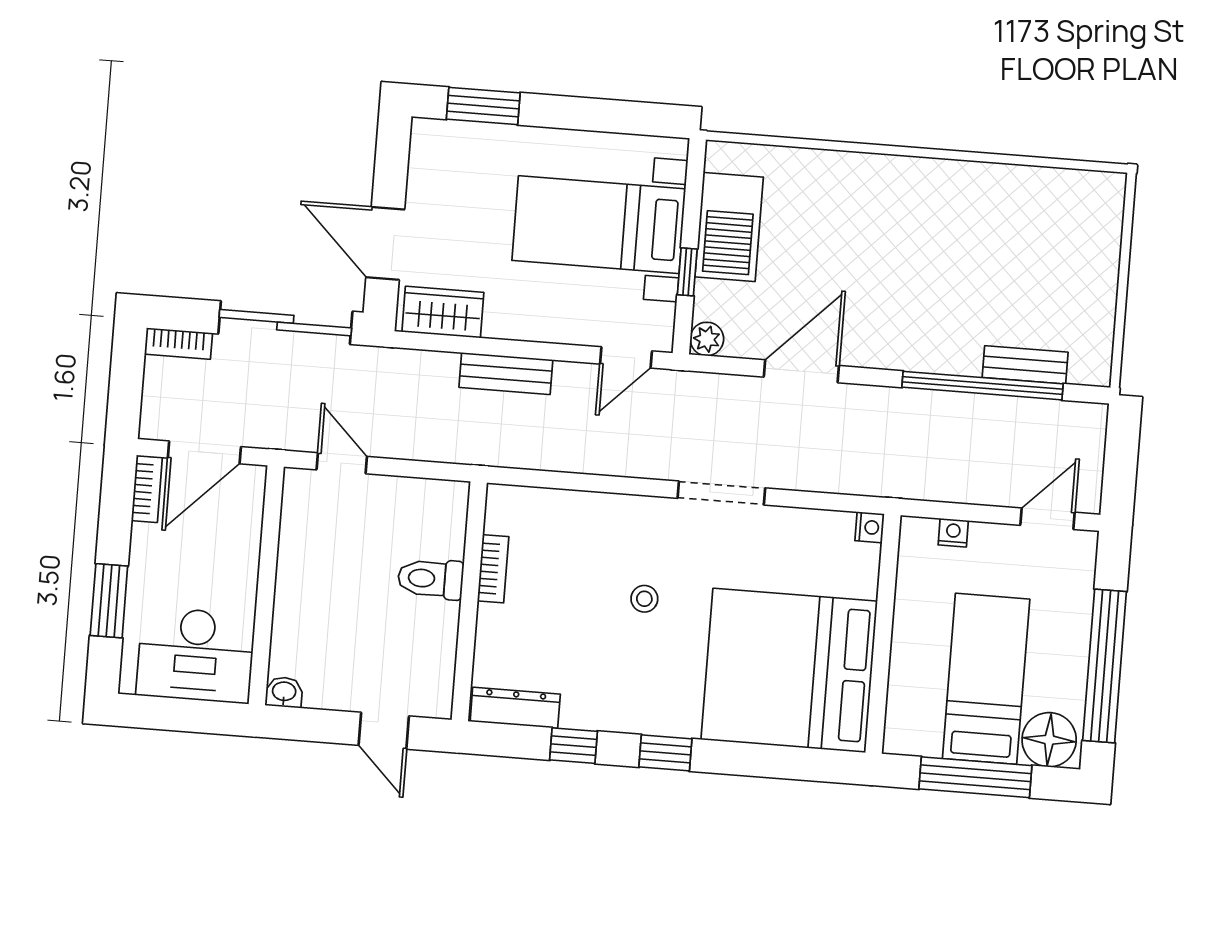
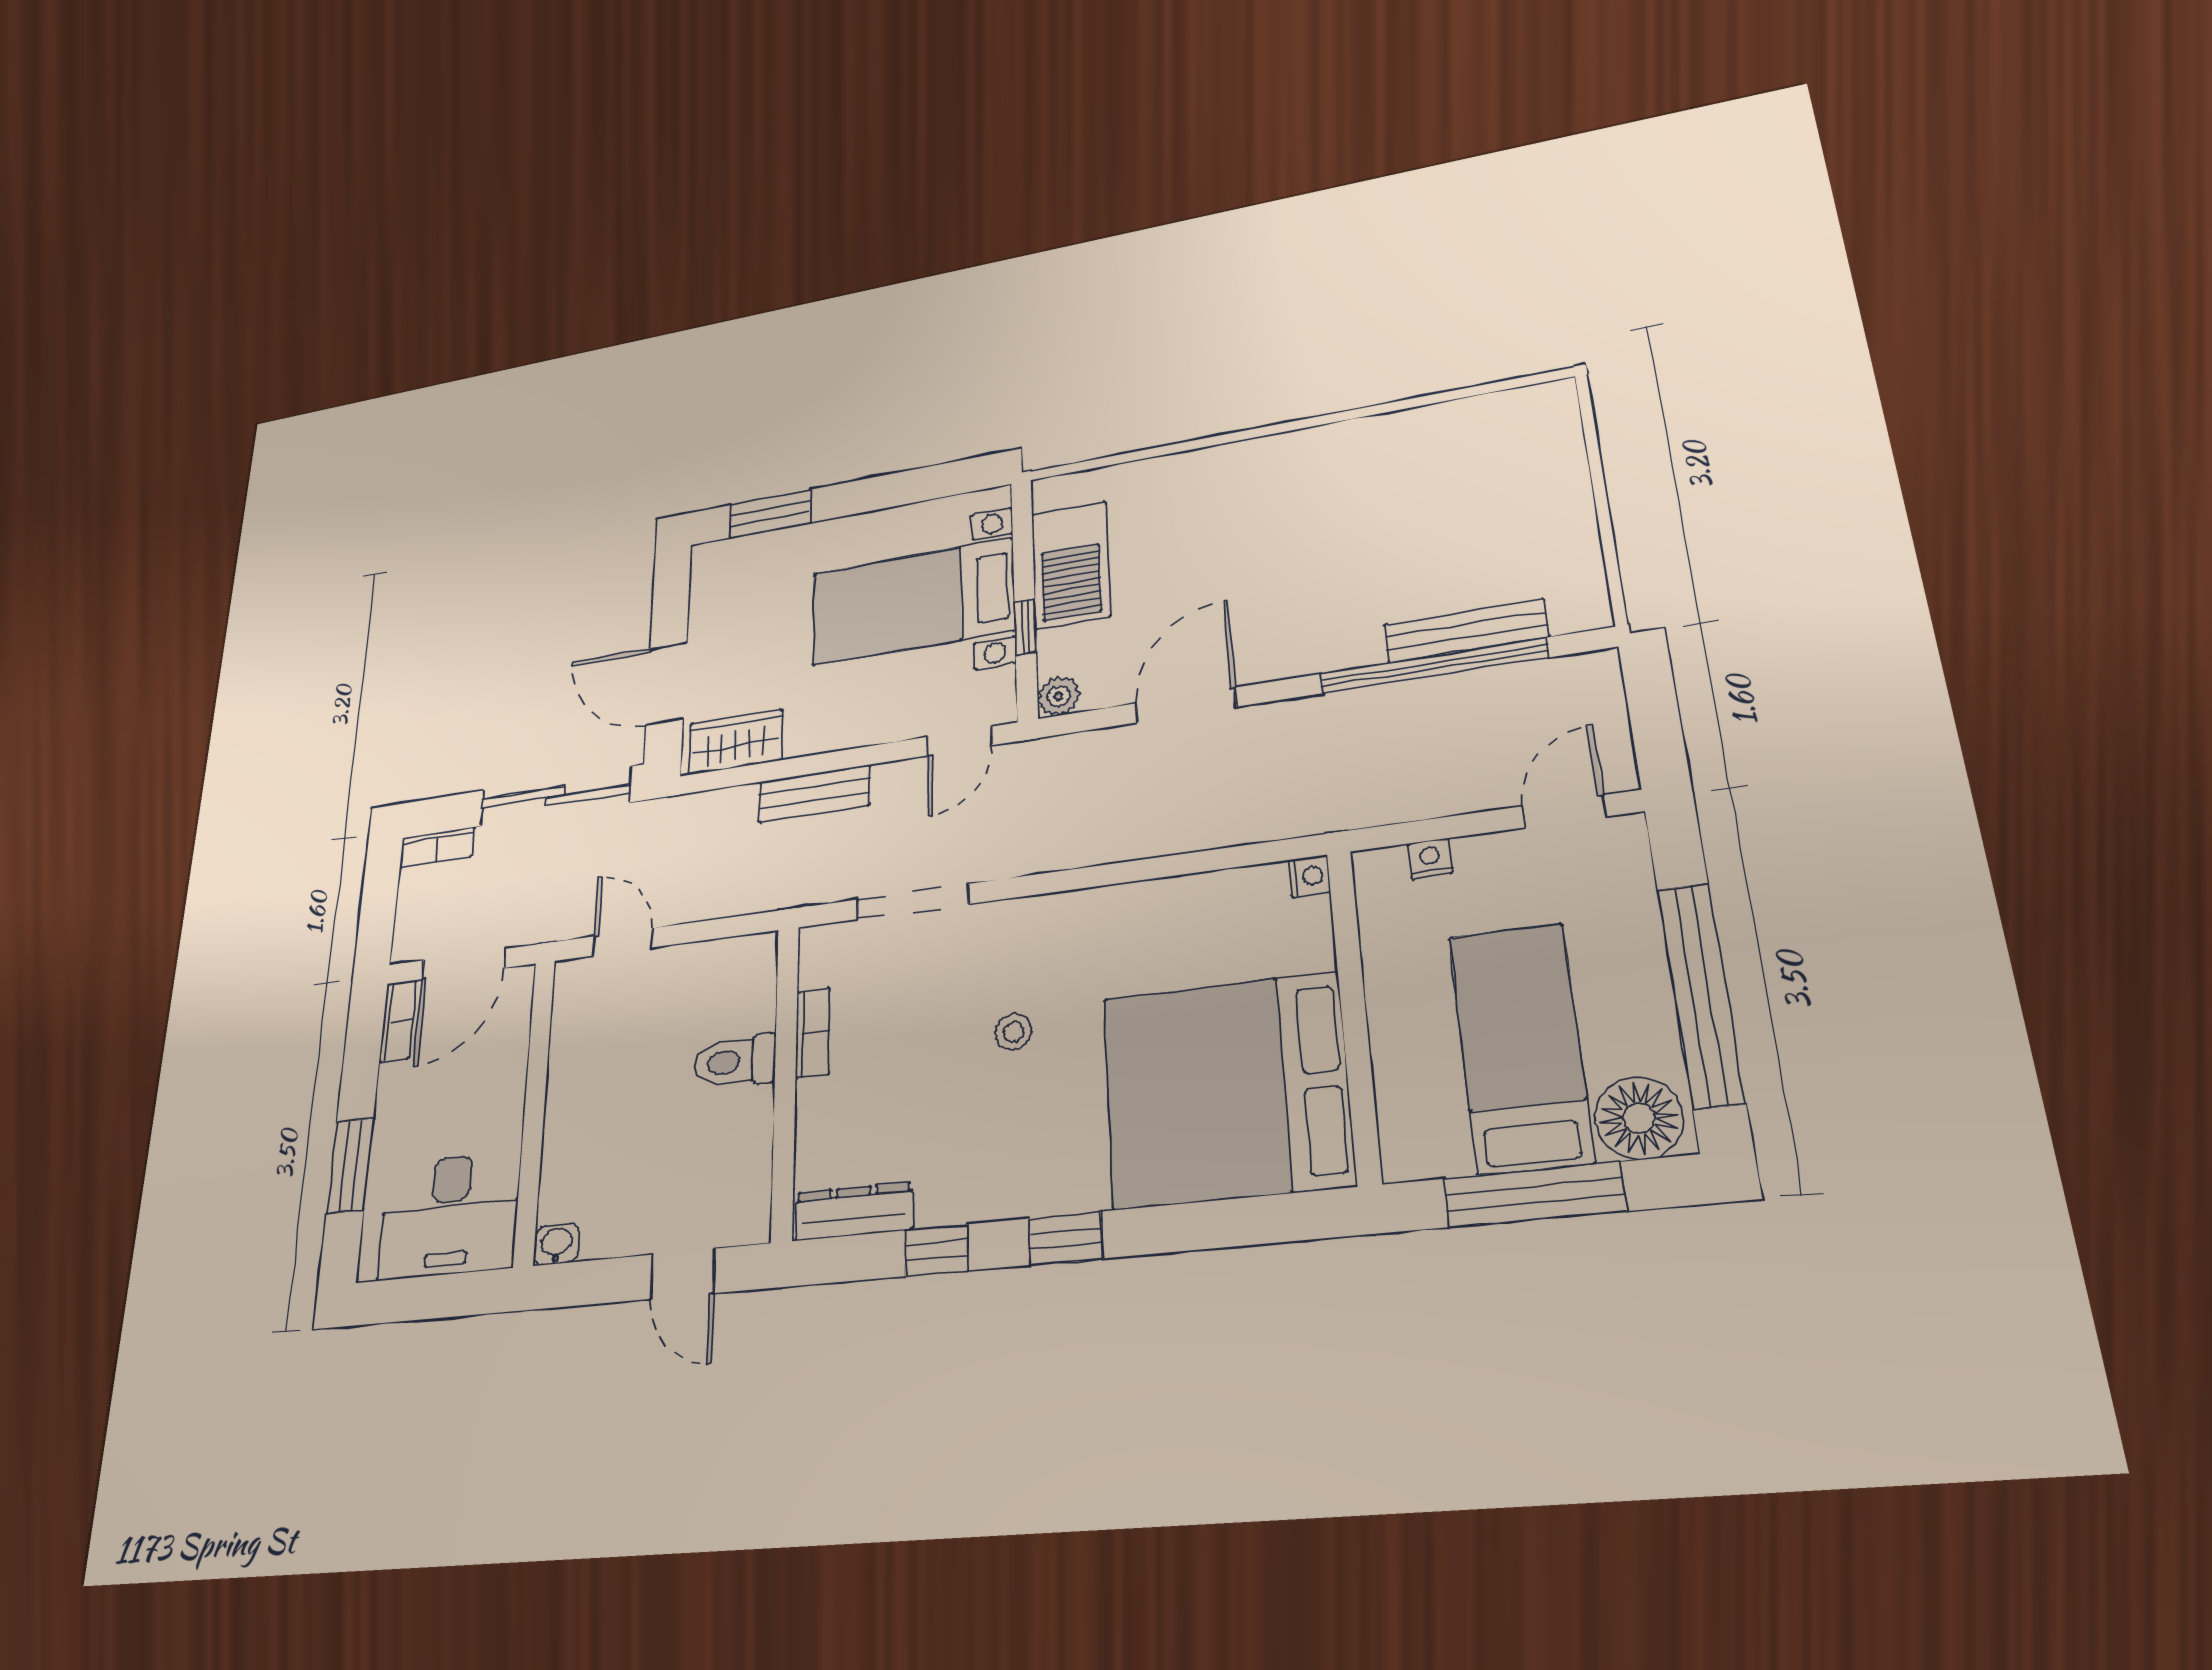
bench: (1025, 365) -> (1466, 631), width x1.36
doorway: (721, 493) -> (913, 902), moved

